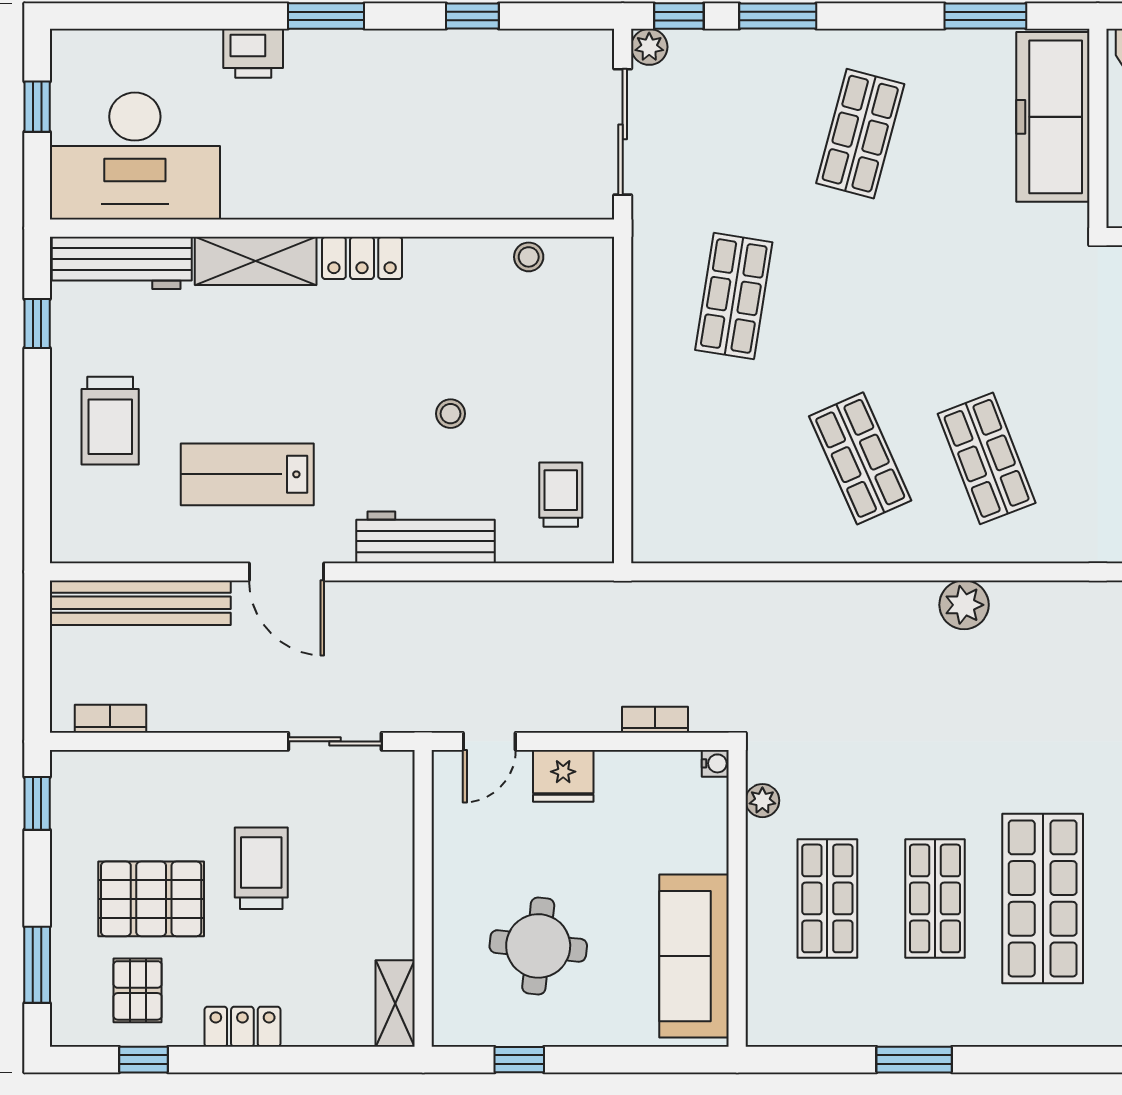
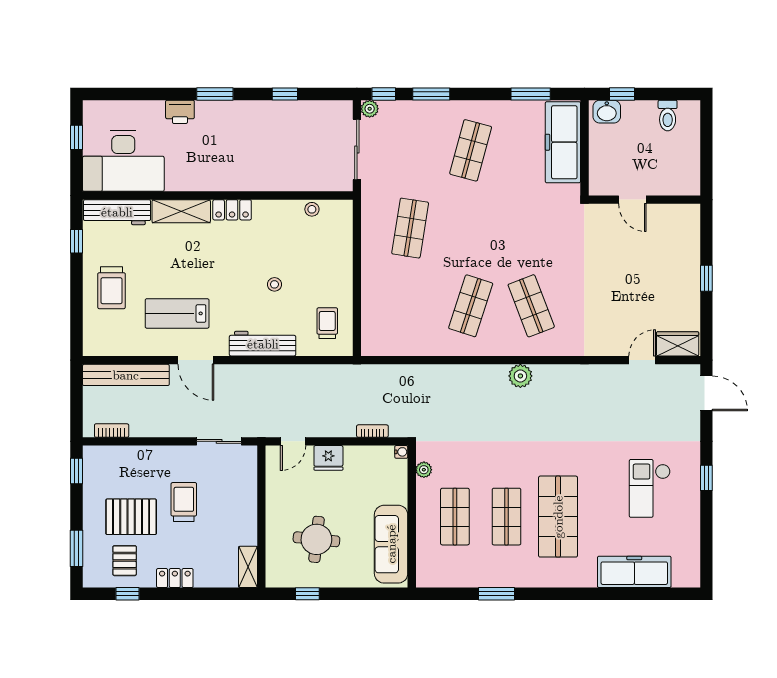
shop shelf: (860, 458) -> (471, 306), turned 42

